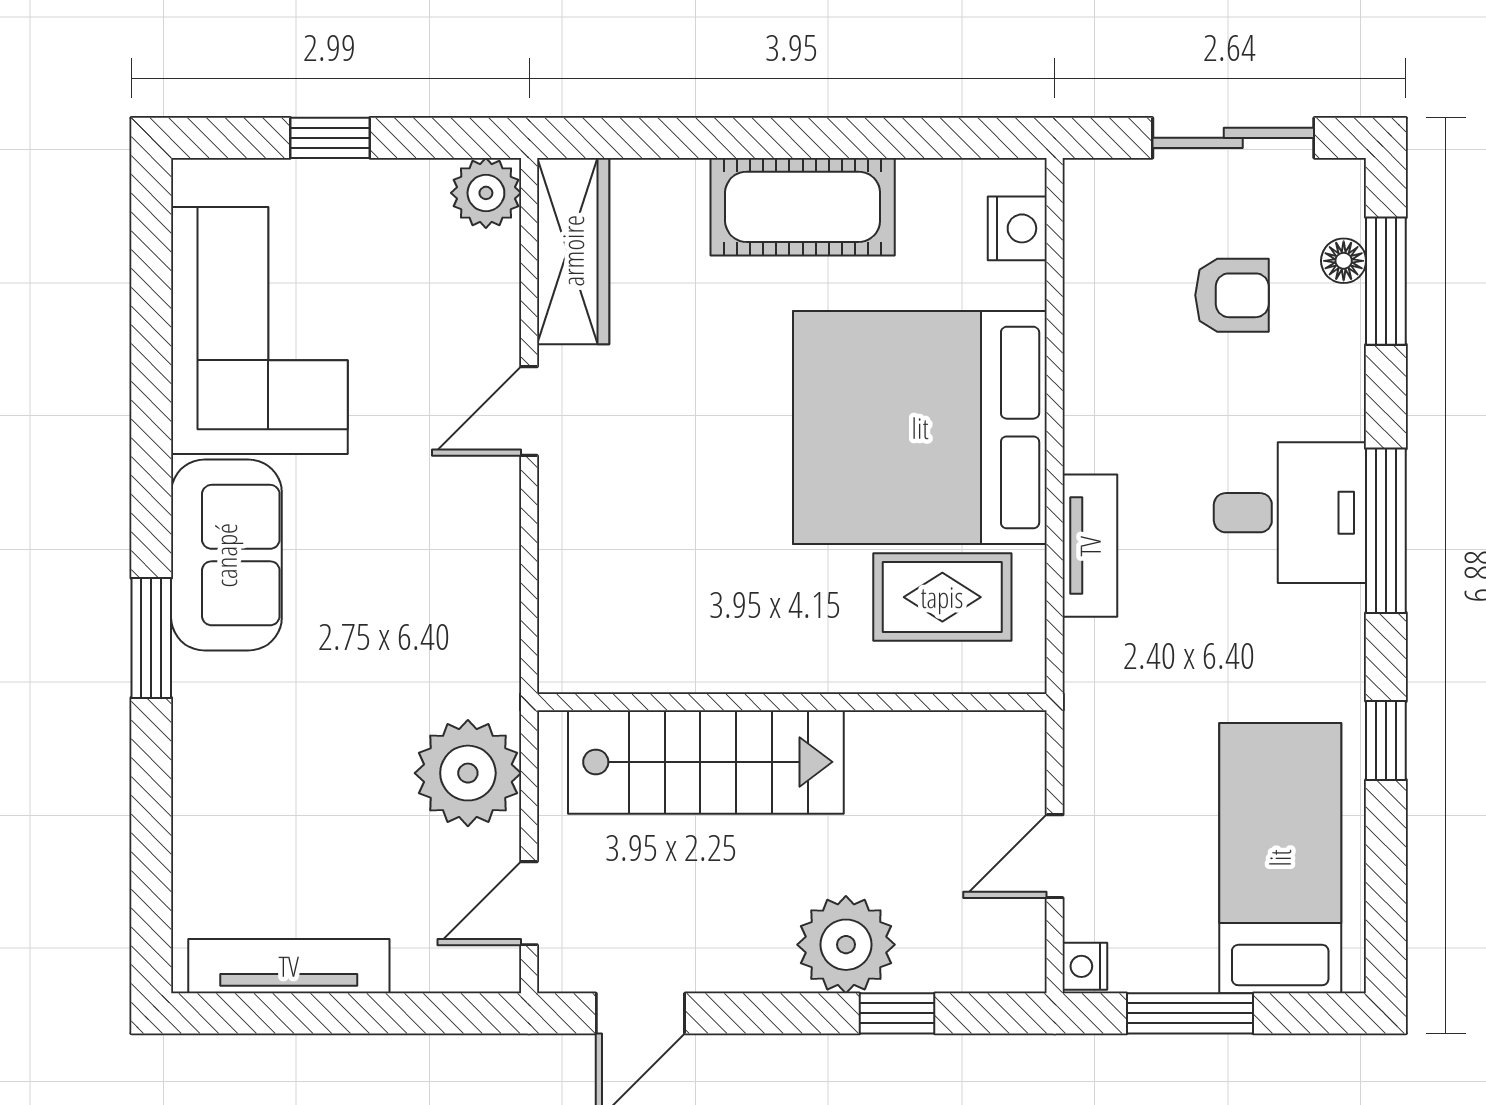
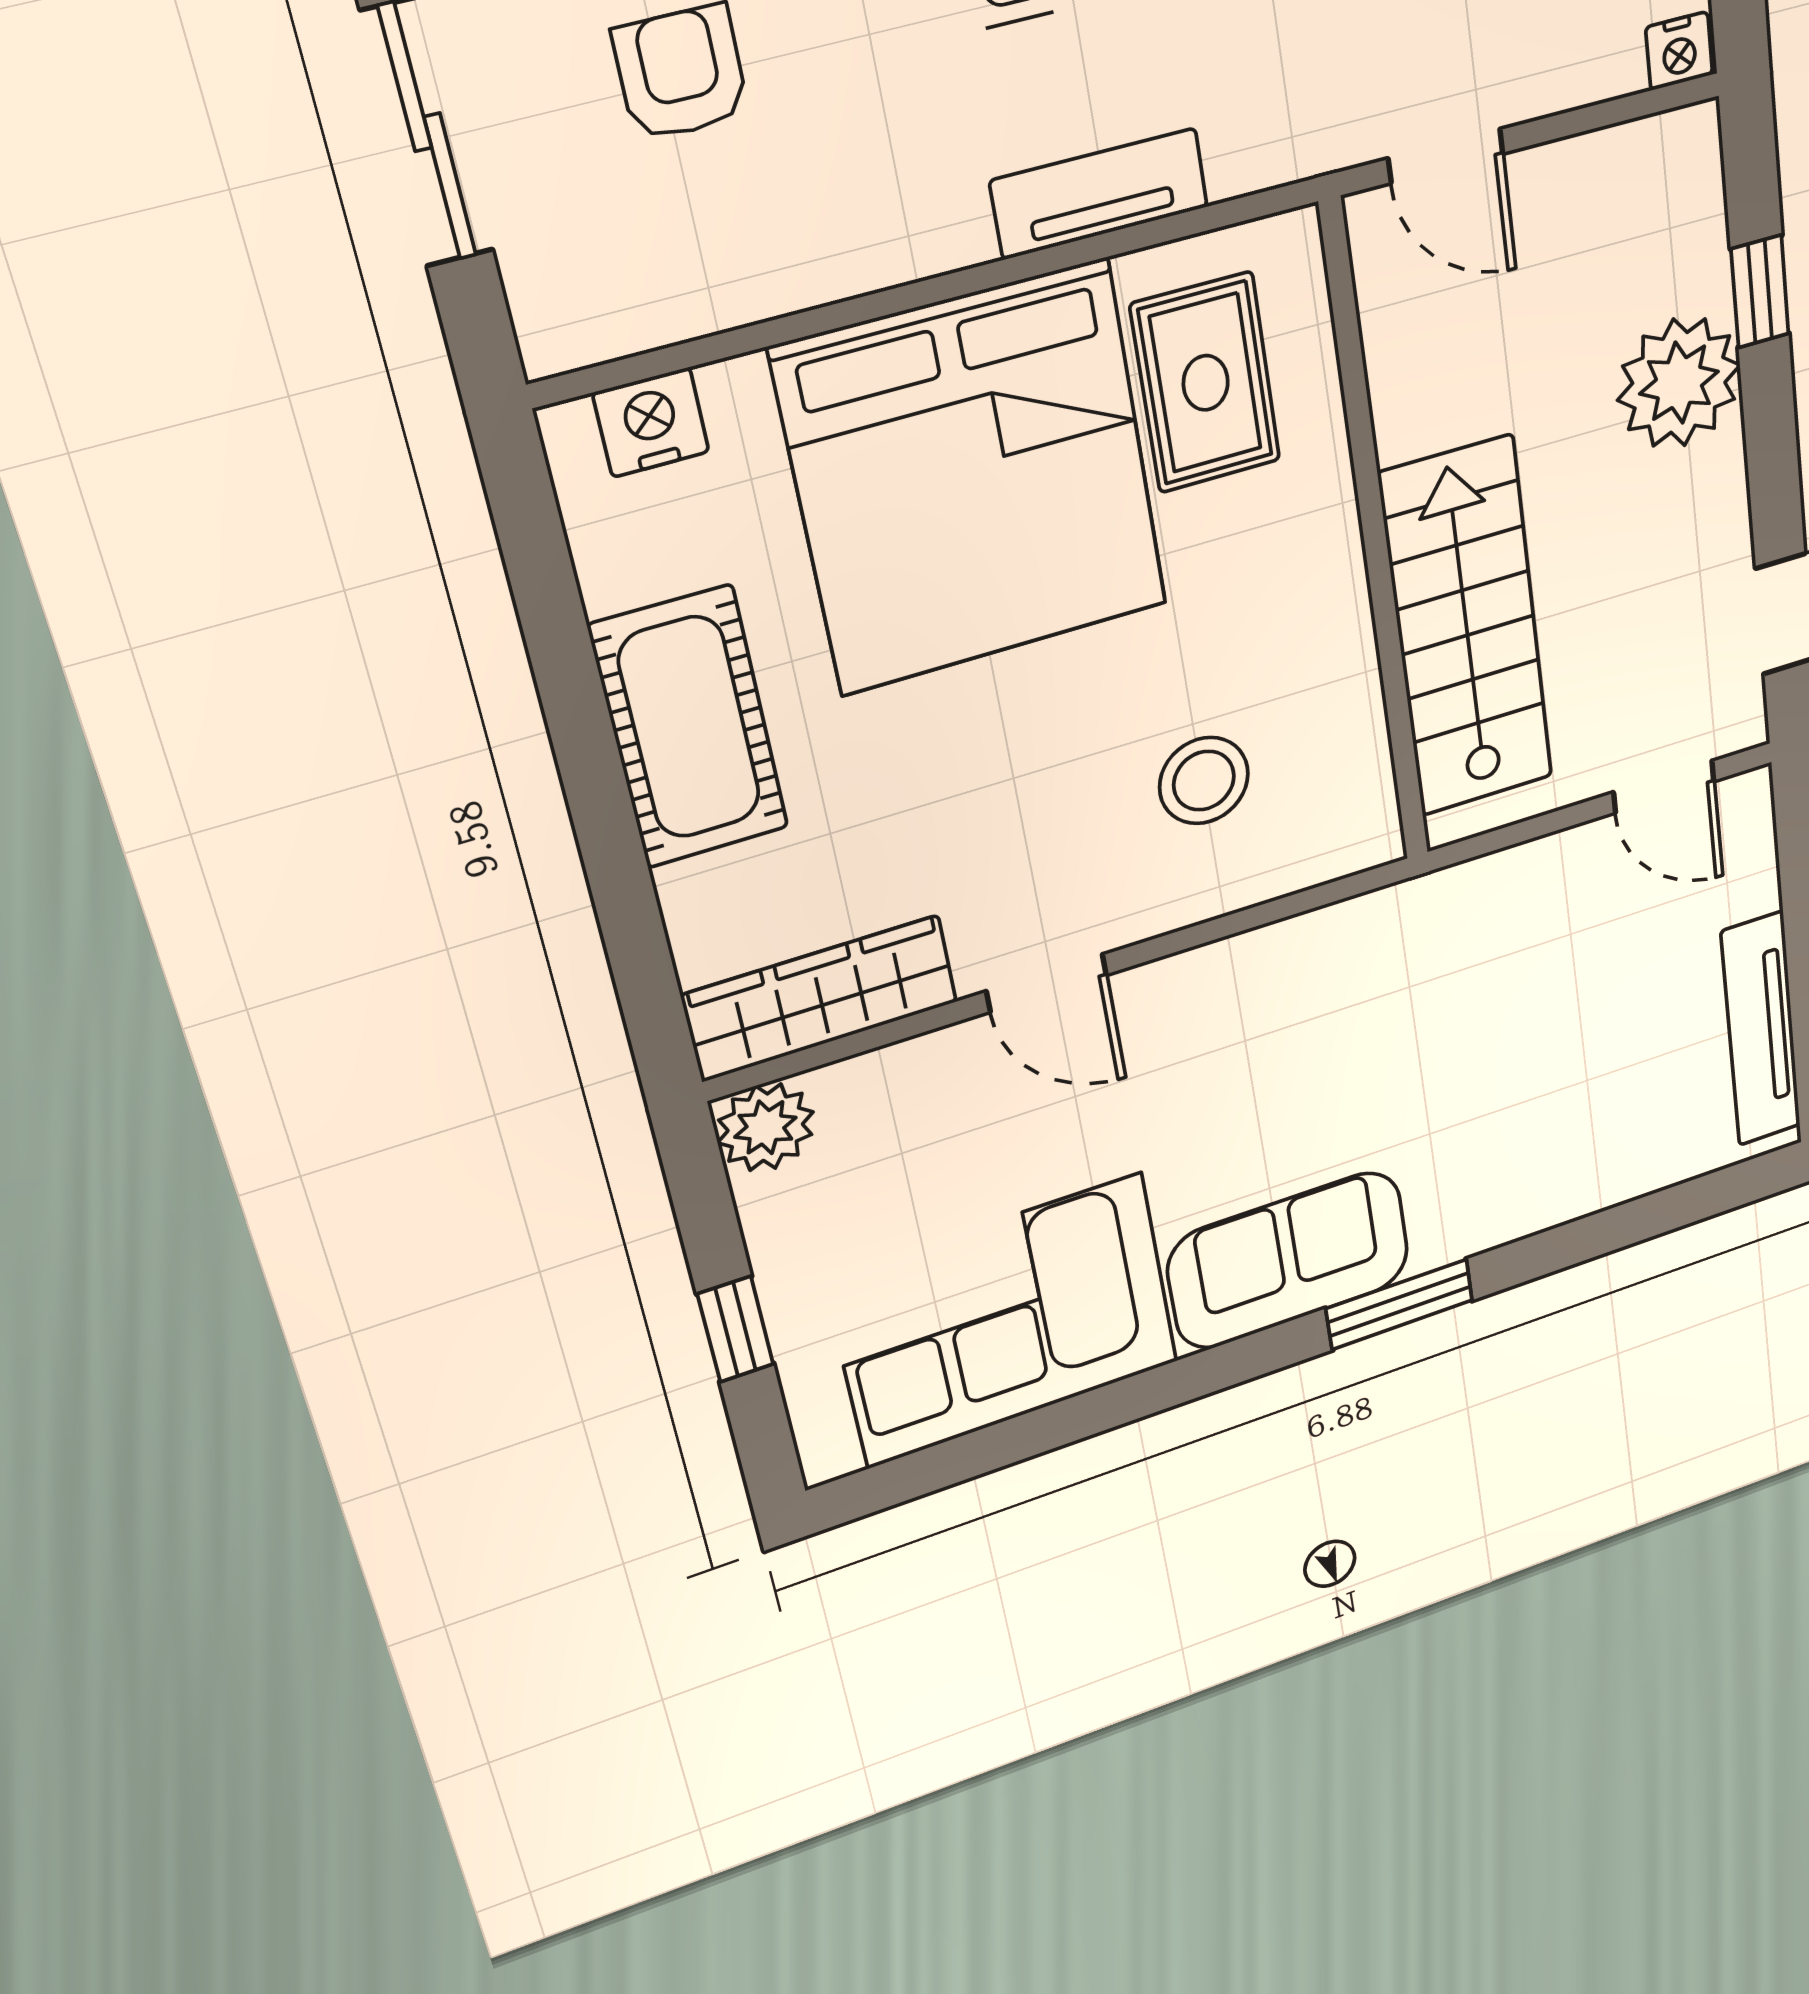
stool: (650, 551) -> (1204, 781), added
plant: (468, 773) -> (1515, 907), removed
door: (1055, 856) -> (1446, 156), moved

